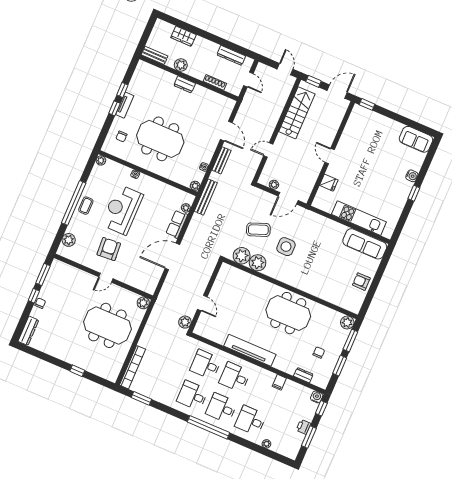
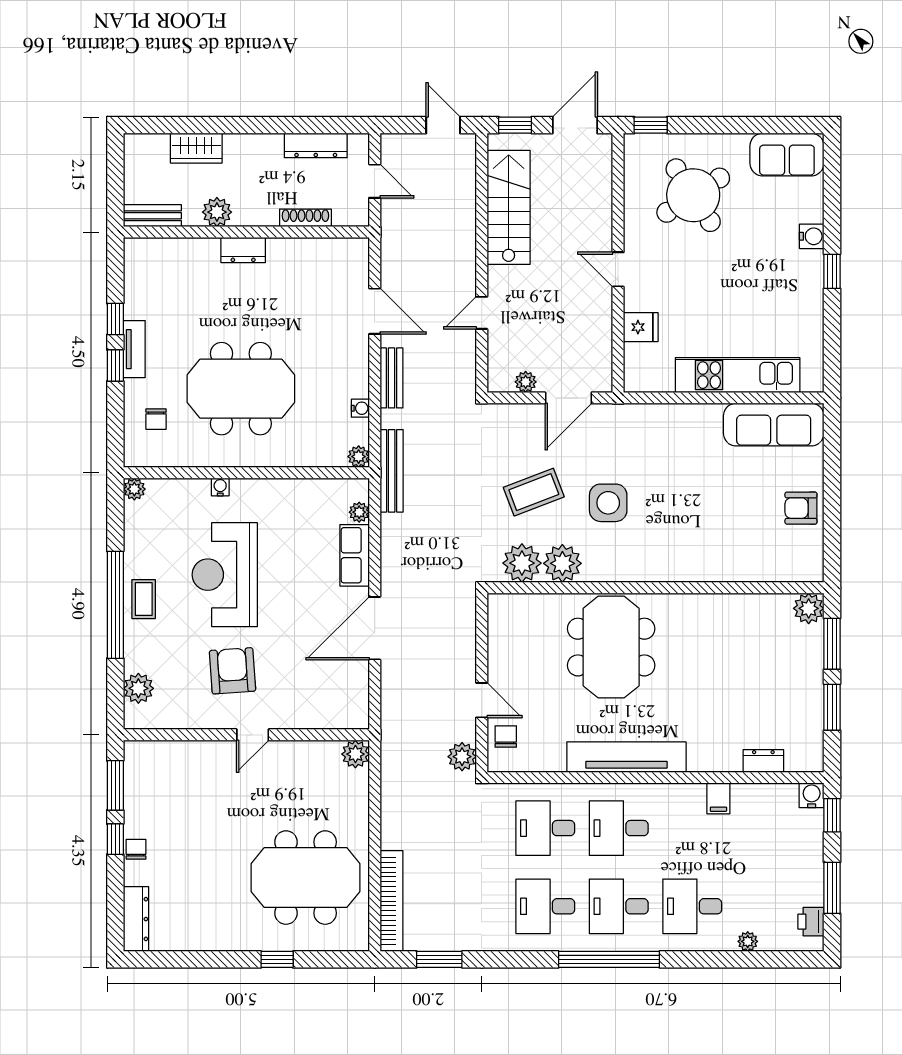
round table: (372, 139) -> (693, 195), added
meeting table: (288, 313) -> (611, 647), moved, turned 90
meeting table: (107, 325) -> (306, 878), moved
chair: (319, 353) -> (506, 736), moved
printer: (303, 427) -> (811, 922), moved

